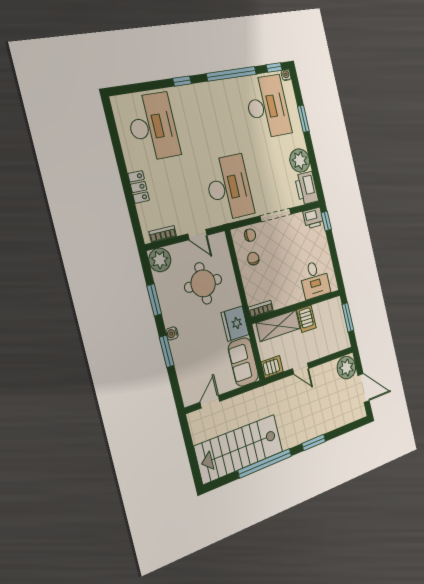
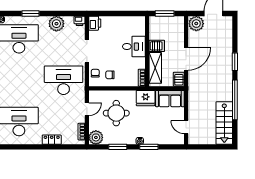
printer: (307, 188) -> (80, 21), width x0.53, depth x0.68
window: (326, 221) -> (99, 14), removed
desk: (315, 280) -> (134, 47), moved
door: (301, 369) -> (186, 59), width x1.87
stairs: (239, 449) -> (224, 123), width x0.73, depth x0.66

